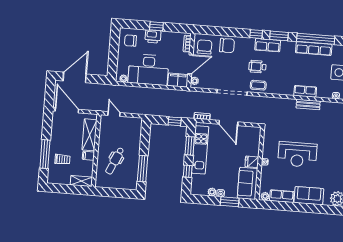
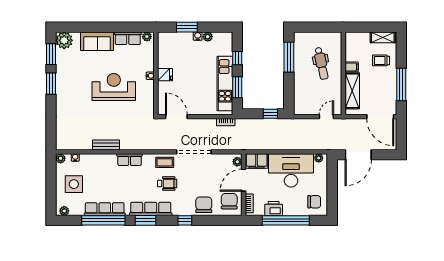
window: (156, 26) -> (286, 220), width x3.17
window: (256, 34) -> (185, 220), moved
printer: (153, 36) -> (274, 209), moved
row of seats: (268, 45) -> (151, 209), width x1.48
chair: (227, 46) -> (204, 205), turned 90
chair: (205, 47) -> (229, 201), turned 180
door: (75, 77) -> (358, 155), moved
row of seats: (305, 91) -> (130, 160), moved
door: (114, 114) -> (326, 117), swing flipped
window: (175, 121) -> (270, 114), moved
door: (228, 123) -> (176, 117), moved
window: (45, 154) -> (401, 84), moved
dental chair: (115, 161) -> (321, 63), turned 144
shelving: (81, 181) -> (383, 37), moved
sofa: (248, 183) -> (168, 50), removed

